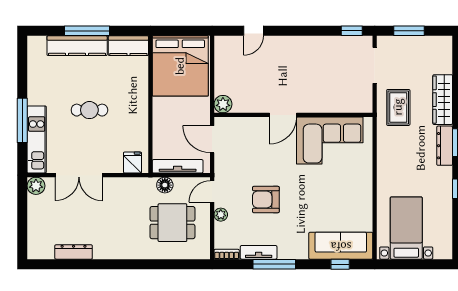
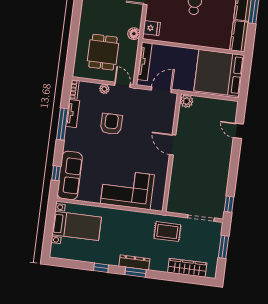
wardrobe: (443, 100) -> (187, 268), moved
corner sofa: (330, 141) -> (127, 189), moved, turned 90
floor lamp: (165, 185) -> (134, 34), moved

